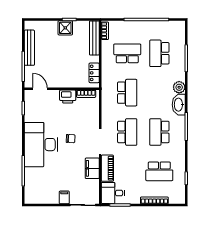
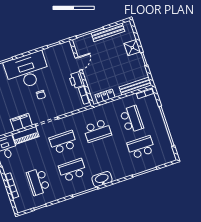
shower: (65, 28) -> (132, 48), moved
plant: (179, 87) -> (117, 174), removed
door: (40, 89) -> (79, 64), moved
school desk: (127, 132) -> (63, 142), turned 180

